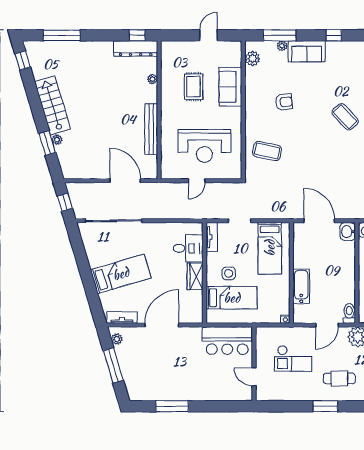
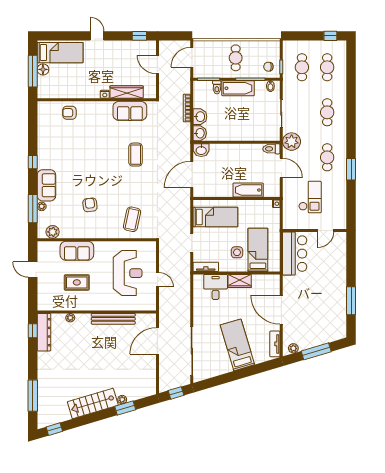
coffee table: (345, 117) -> (136, 155), moved, turned -47

